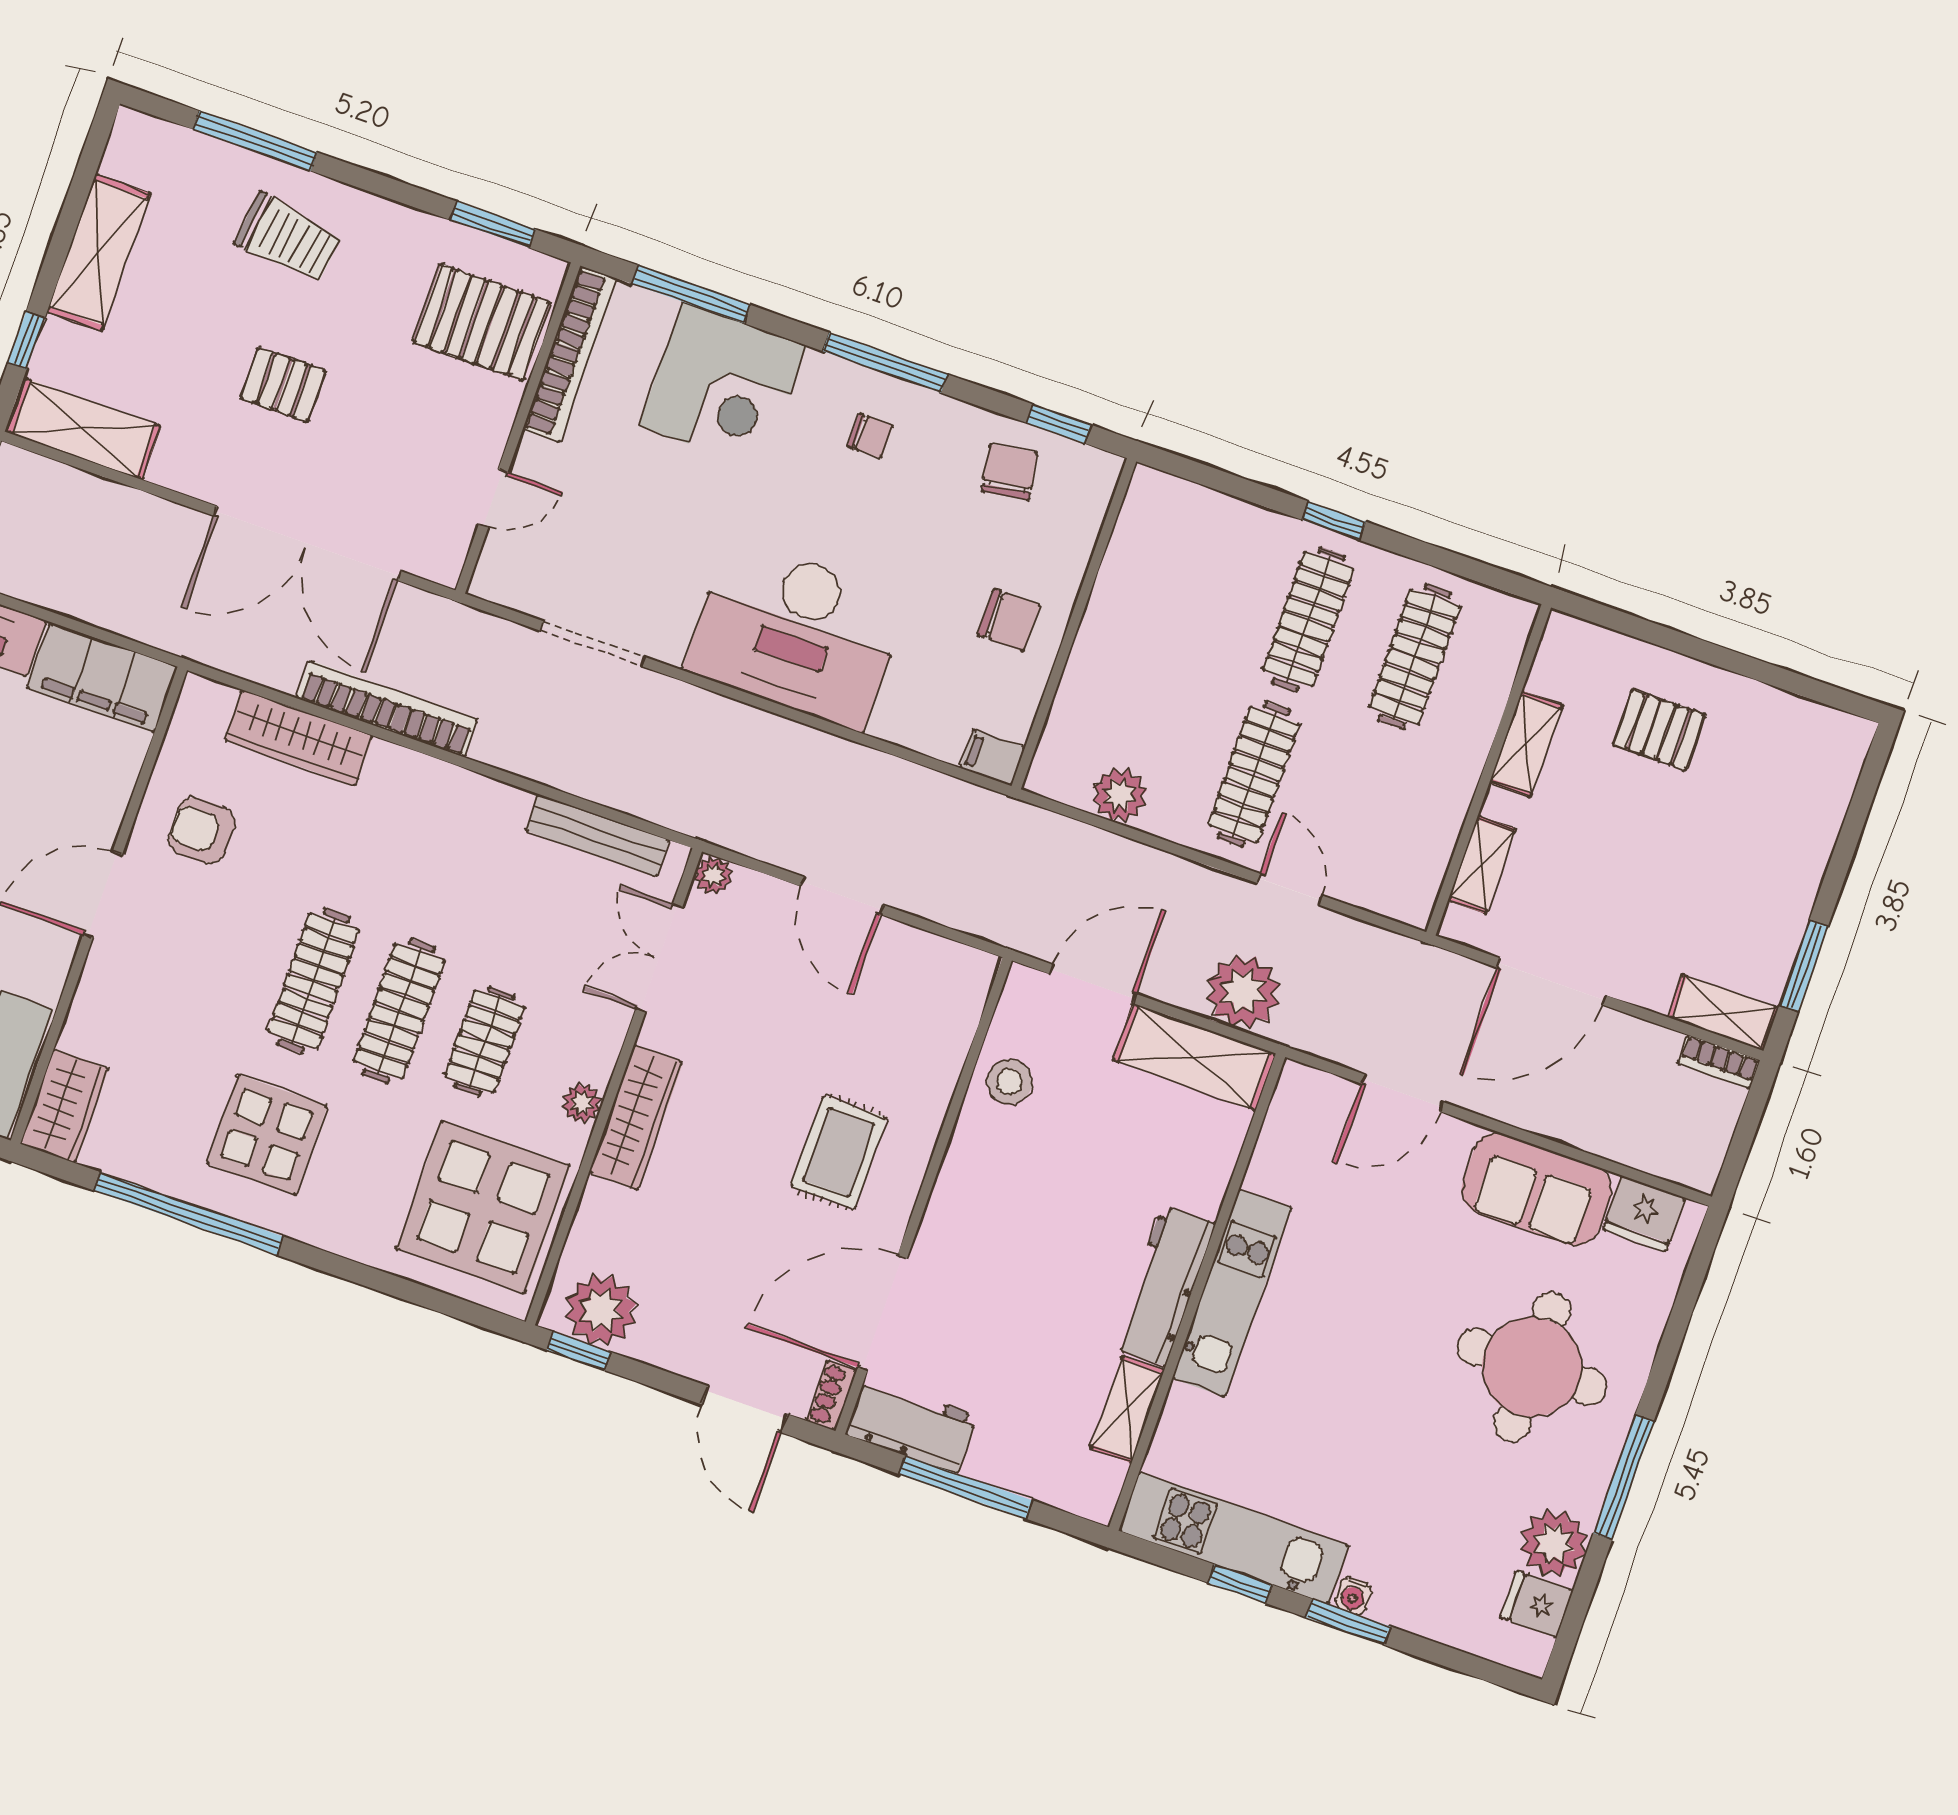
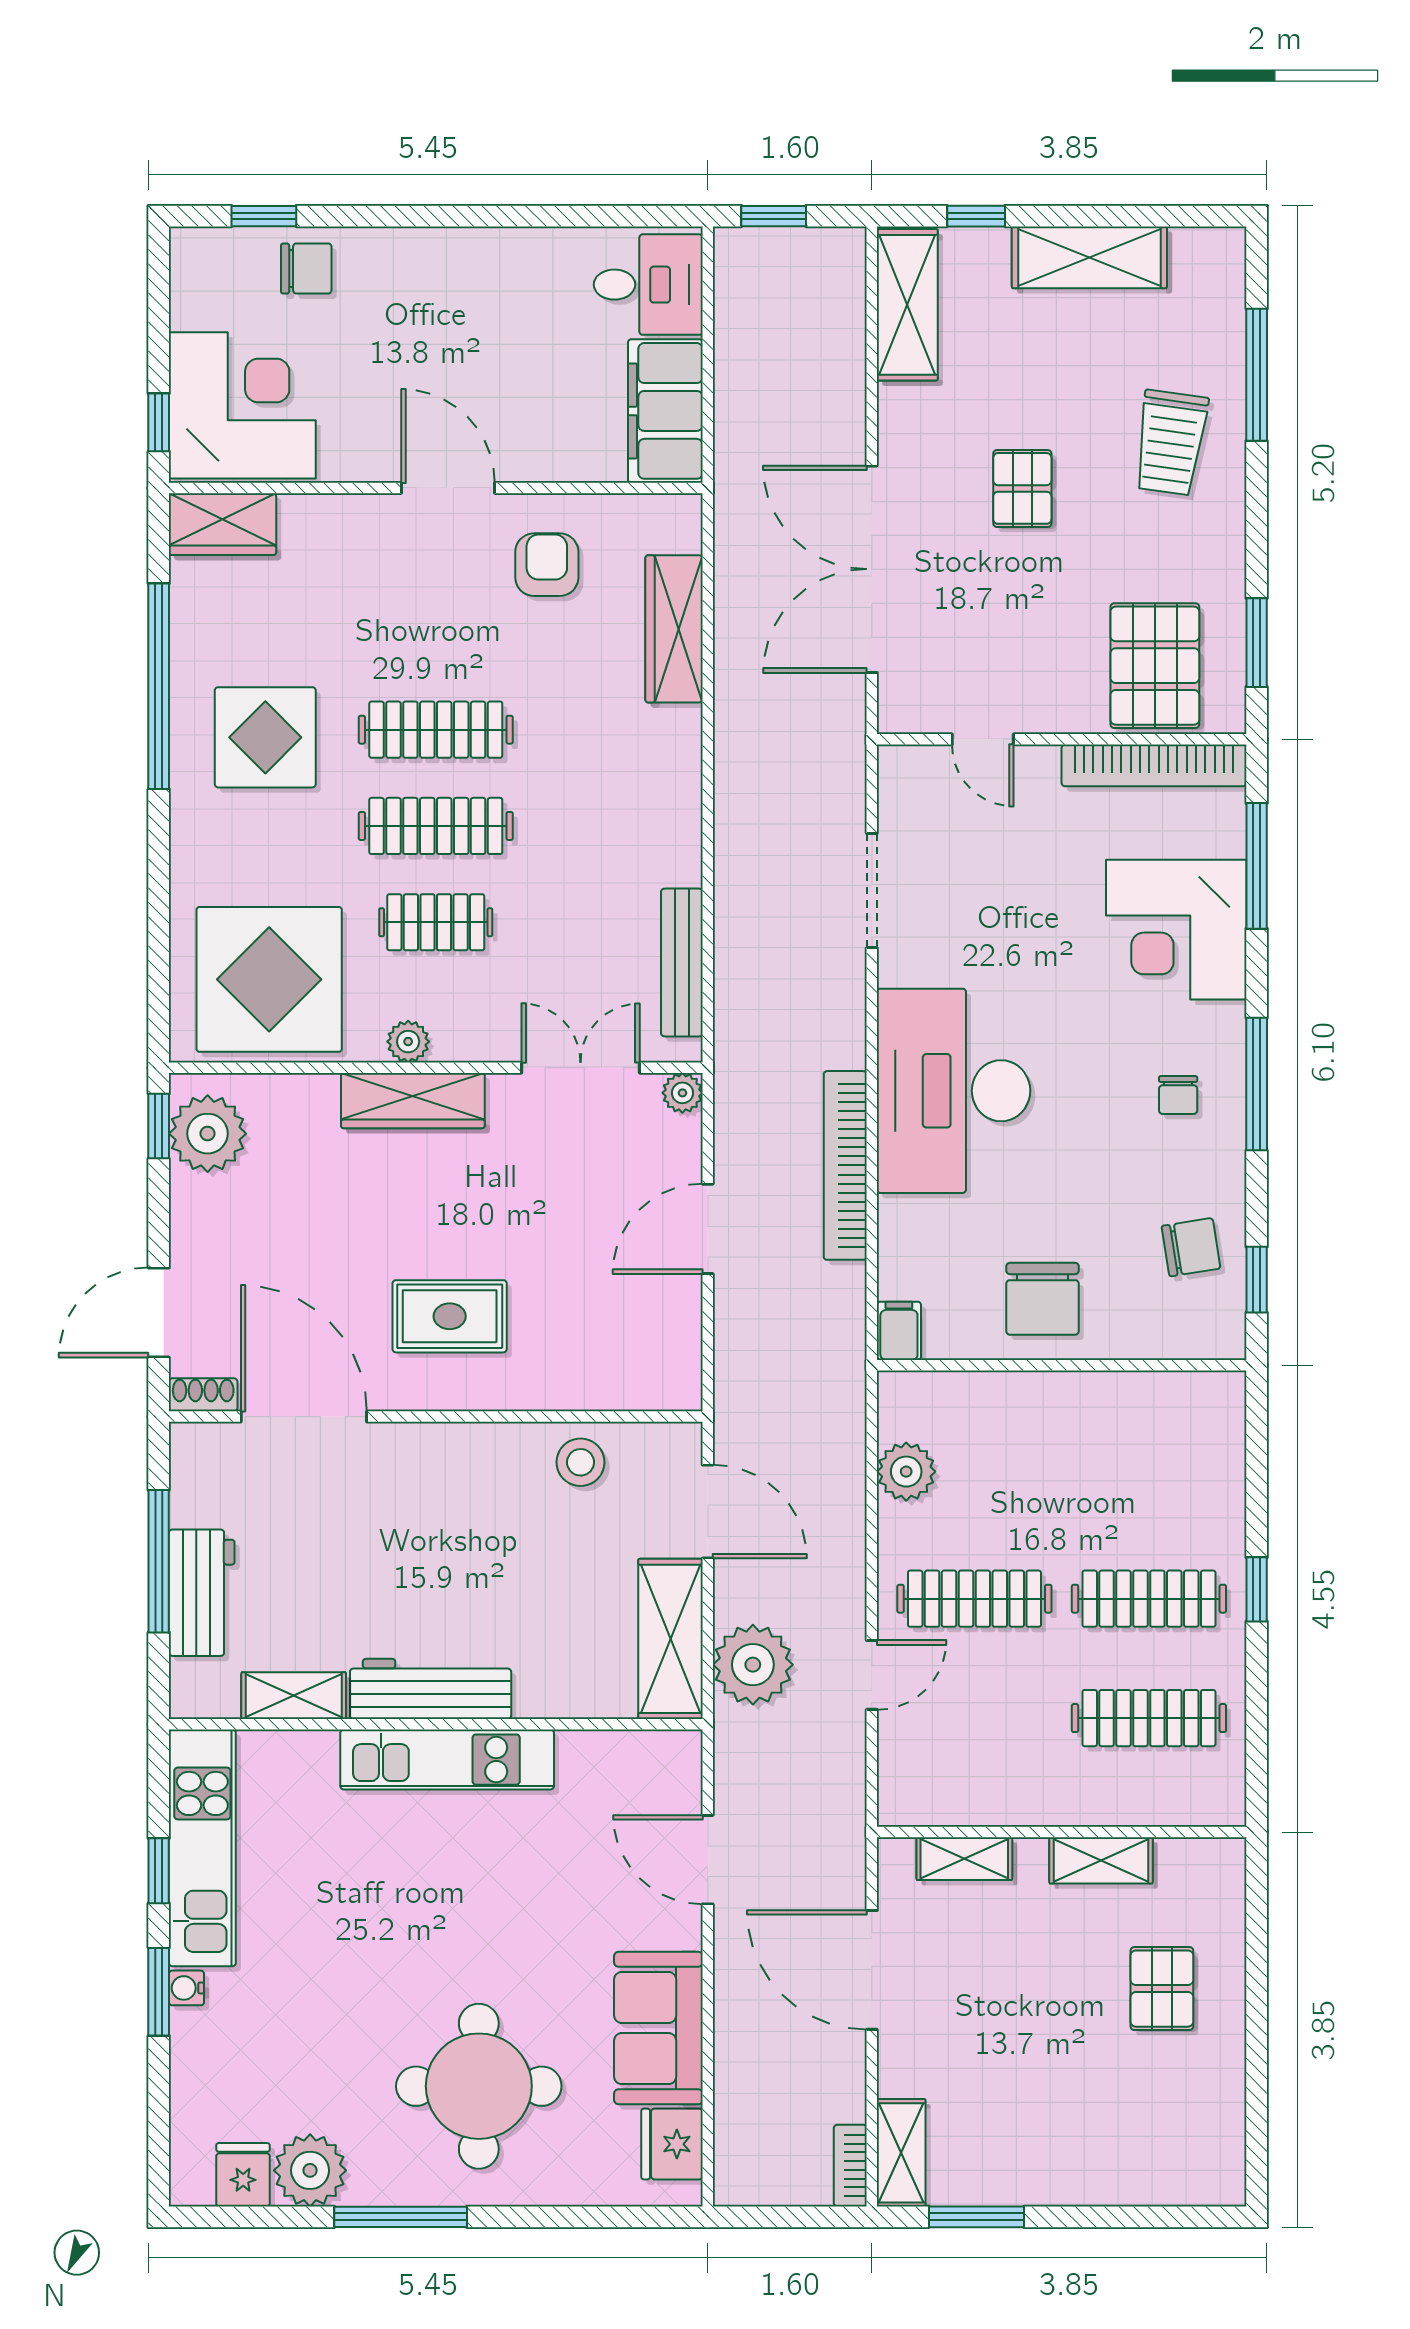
chair: (1009, 620) -> (1043, 1299), width x1.37, depth x1.37
bookcase: (387, 709) -> (845, 1165), moved, turned 180
workbench: (911, 1425) -> (202, 1593), moved

